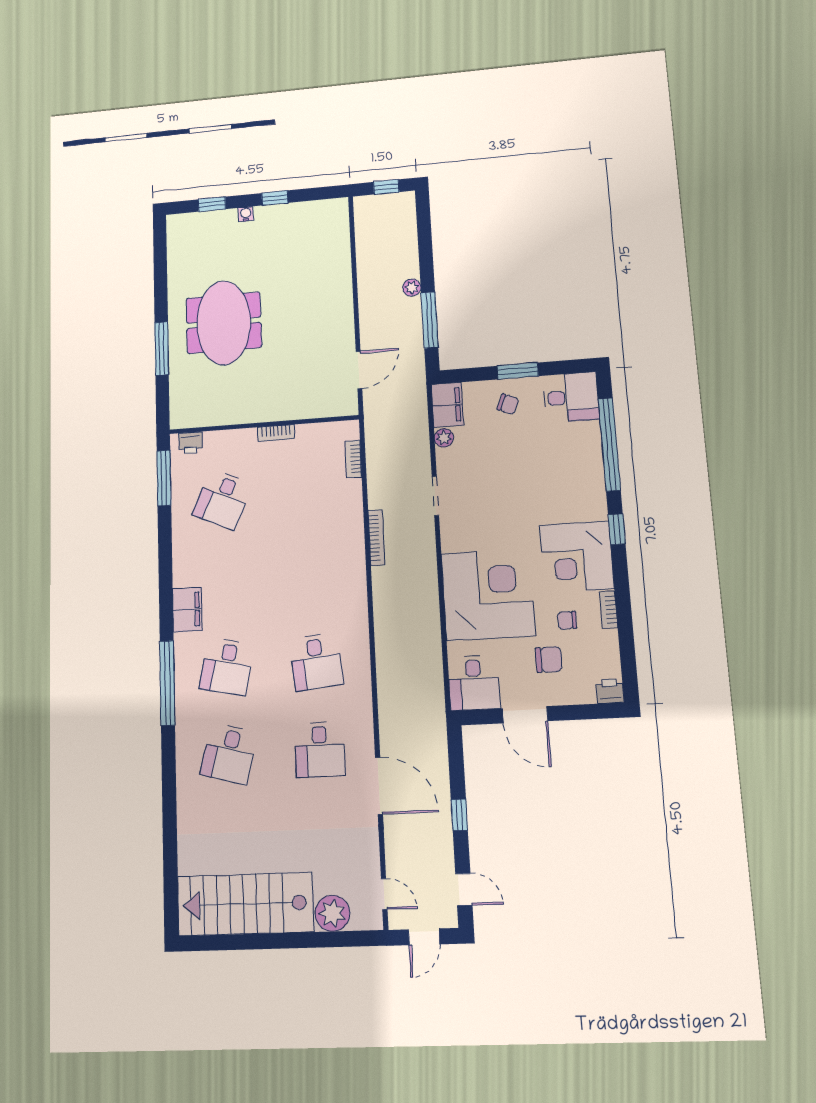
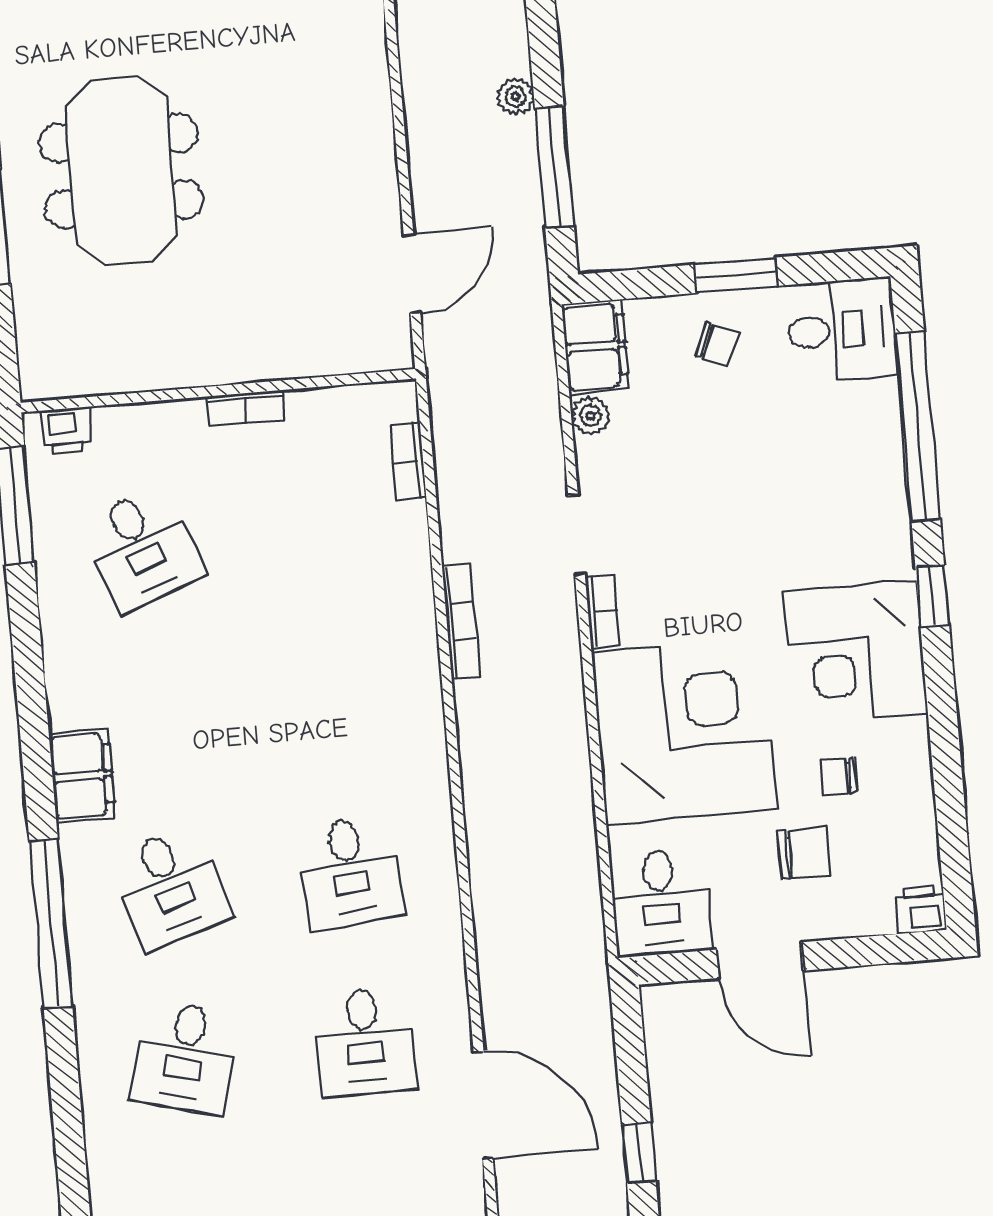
desk: (222, 499) -> (141, 549), turned -45
bookcase: (609, 610) -> (602, 611), moved, turned 180
desk: (227, 667) -> (170, 888), turned -30

